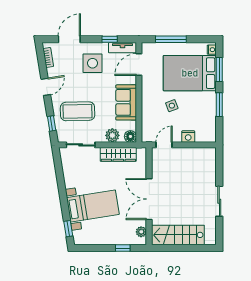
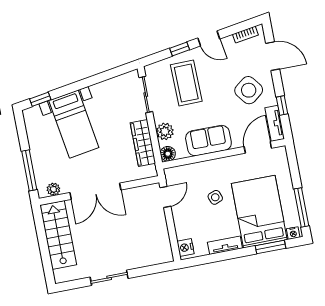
window: (171, 39) -> (301, 207), moved
side table: (93, 63) -> (249, 90), turned -38
door: (139, 65) -> (258, 147), hinge flipped
tv unit: (211, 105) -> (225, 245), added
window: (219, 105) -> (228, 255), removed
window: (52, 123) -> (180, 49), moved
nightstand: (188, 137) -> (186, 247), moved
door: (164, 145) -> (165, 197), hinge flipped
double door: (149, 199) -> (95, 191), swing flipped
window: (123, 248) -> (29, 170), width x2.17

